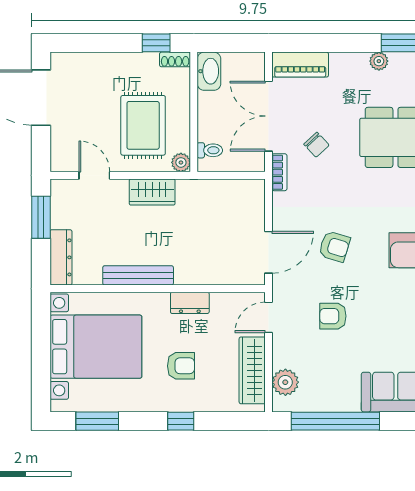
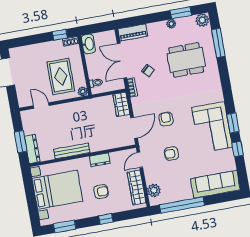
wardrobe: (152, 192) -> (121, 104), moved, turned 90
window: (41, 217) -> (21, 142), moved
armchair: (334, 246) -> (166, 119), turned -107

